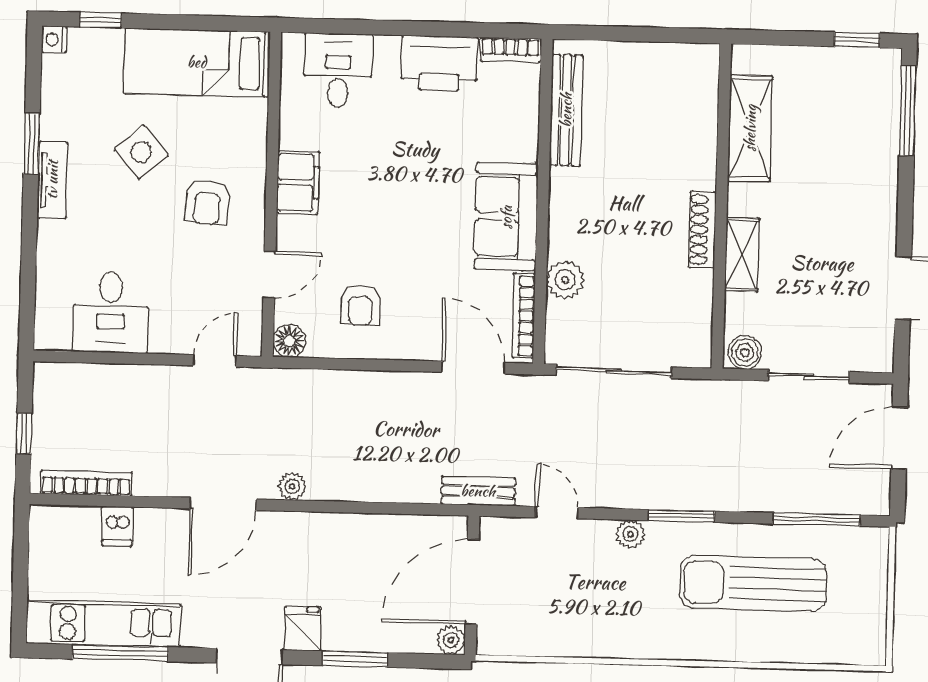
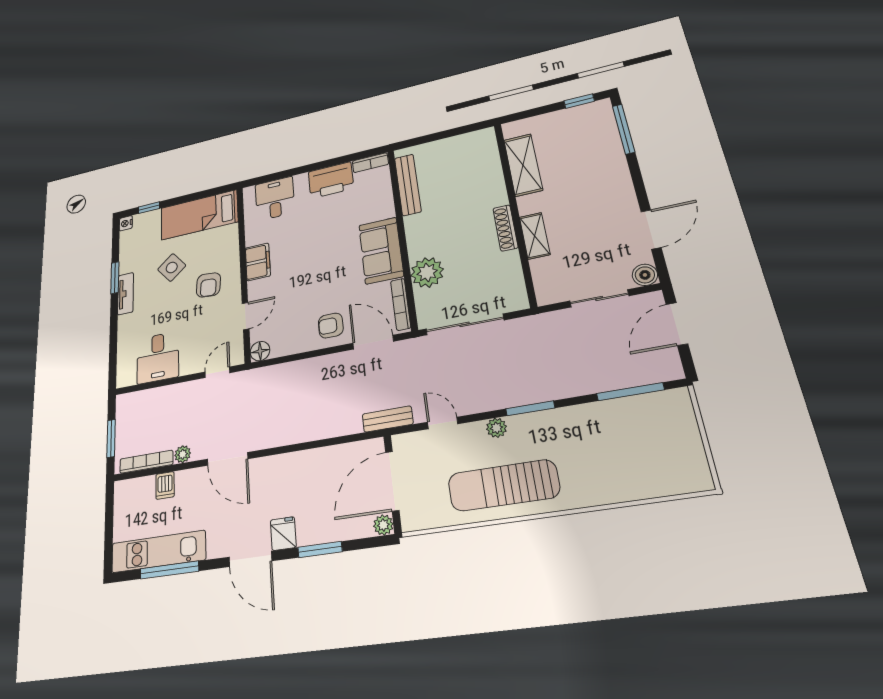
plant: (565, 280) -> (427, 272), width x1.36, depth x1.36
armchair: (361, 305) -> (331, 326), moved, turned 90
boiler: (745, 352) -> (645, 275), moved
window: (24, 433) -> (111, 438), width x1.50
plant: (292, 486) -> (183, 454), moved
door: (223, 504) -> (227, 459), hinge flipped
sun lounger: (753, 583) -> (503, 485), moved

